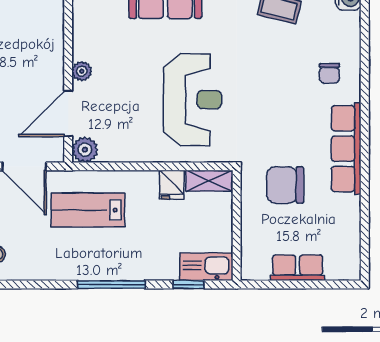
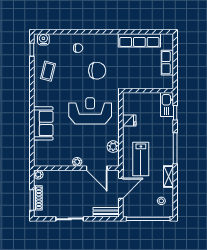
row of seats: (346, 149) -> (139, 40), moved
plant: (85, 150) -> (113, 147), moved
shelving: (209, 181) -> (169, 176), moved
chair: (285, 185) -> (97, 71), moved, turned -90

